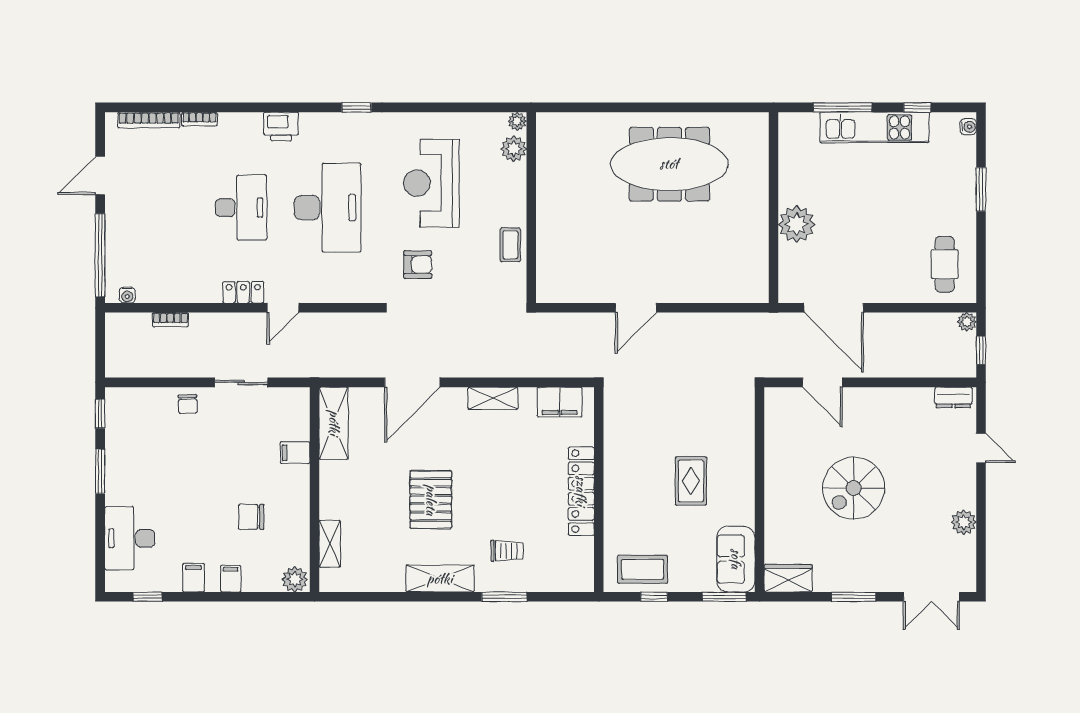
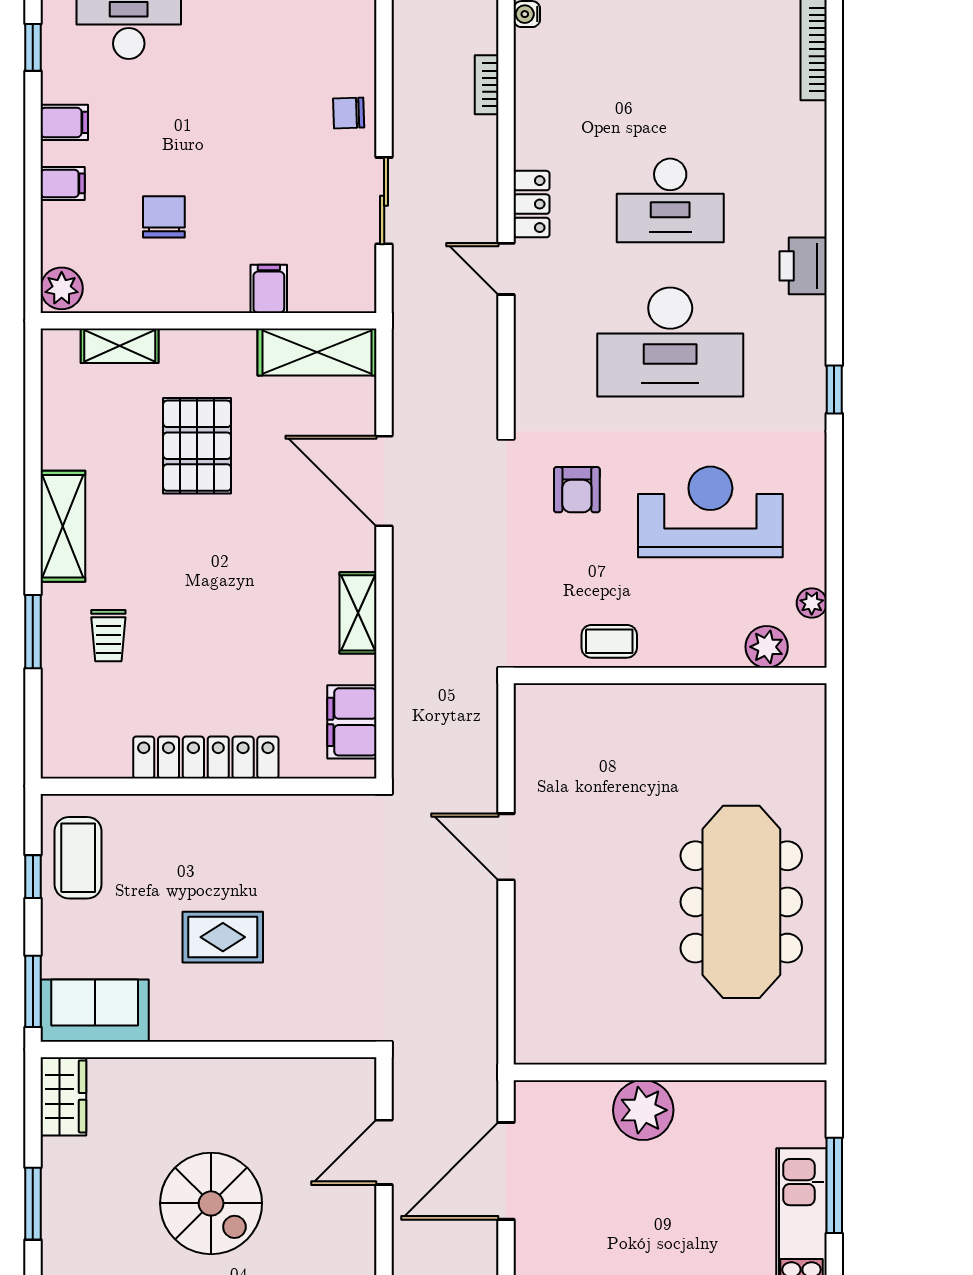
bookcase: (199, 119) -> (815, 132), removed
plant: (517, 121) -> (812, 603), moved
spiral stairs: (854, 488) -> (211, 1203), turned 180
pallet: (431, 500) -> (197, 446), moved, turned 90

